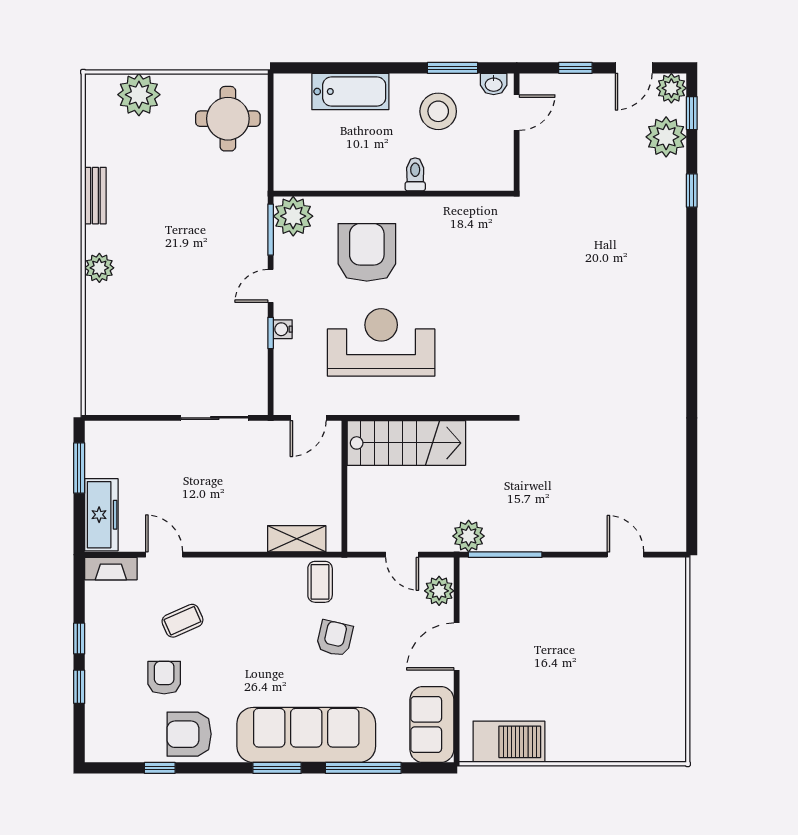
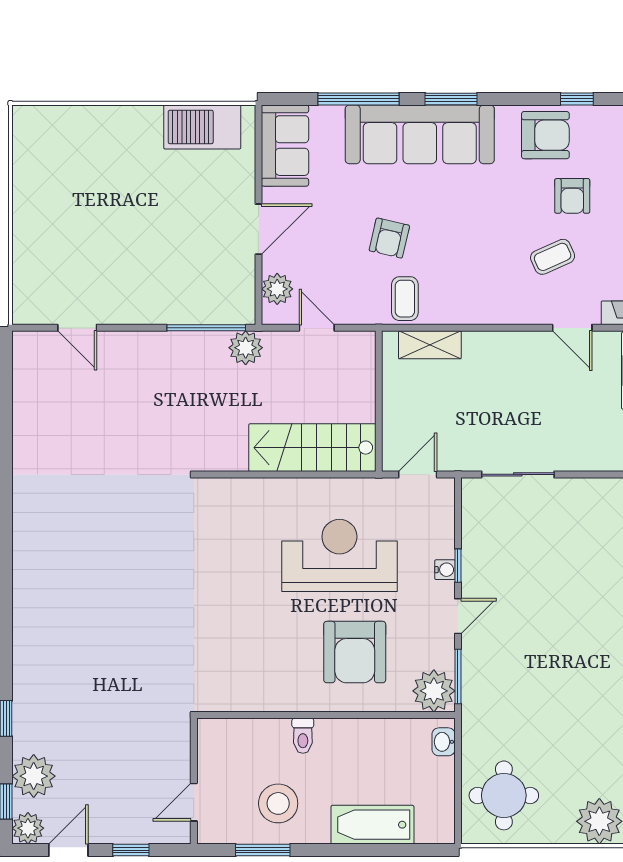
washbasin: (494, 84) -> (444, 742), moved, turned -90
reception desk: (381, 342) -> (339, 555), turned 180

